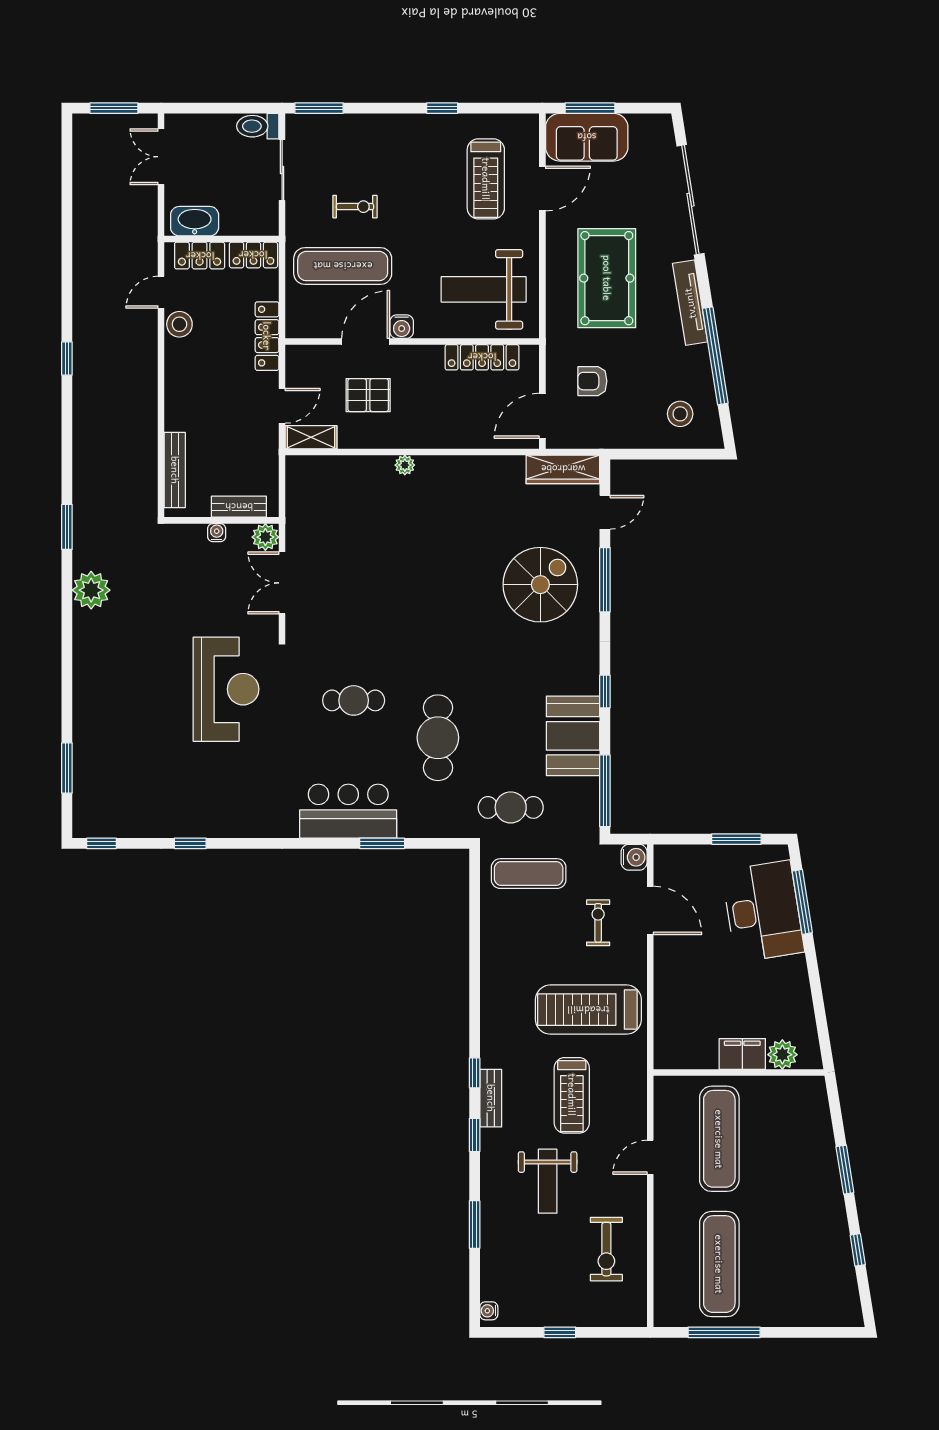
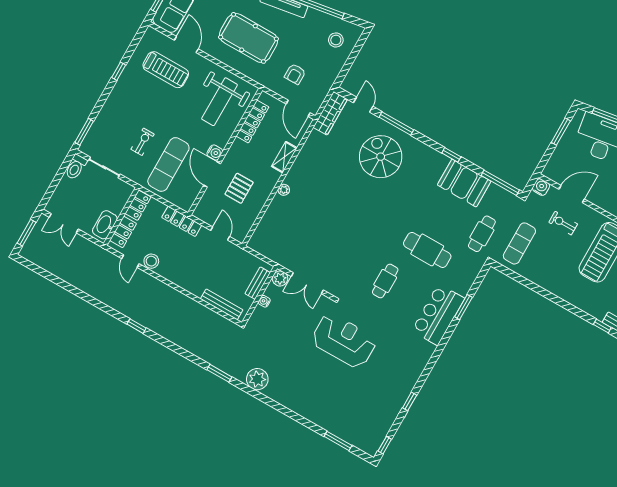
shelving: (311, 437) -> (284, 157), moved

